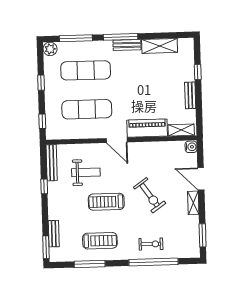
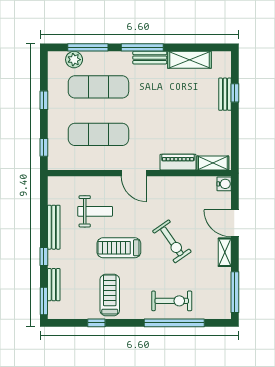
plant: (50, 49) -> (74, 60), moved
bench: (190, 95) -> (225, 94), moved
piano: (147, 128) -> (178, 162), width x0.73, depth x0.75
bench: (52, 163) -> (54, 227), moved
window: (44, 186) -> (44, 257), moved
window: (203, 235) -> (235, 292), width x1.44
treadmill: (100, 241) -> (110, 295), turned -90
exercise bike: (151, 244) -> (172, 301), width x1.38, depth x1.39
window: (90, 264) -> (96, 323), width x0.46

